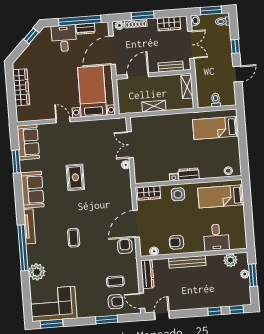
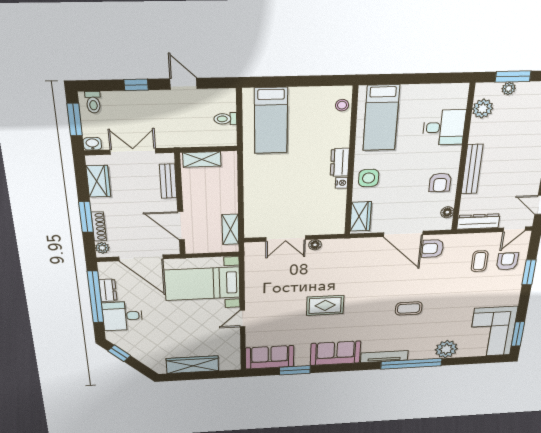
shelving: (154, 106) -> (230, 229), moved

